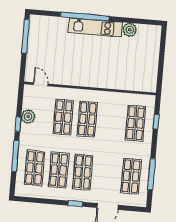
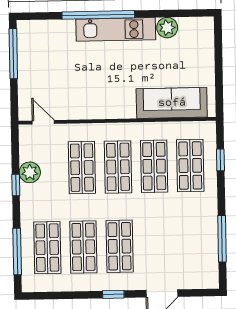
sofa: (128, 80) -> (172, 103), added
window: (15, 156) -> (17, 251), moved
shop shelf: (131, 176) -> (154, 166), moved

